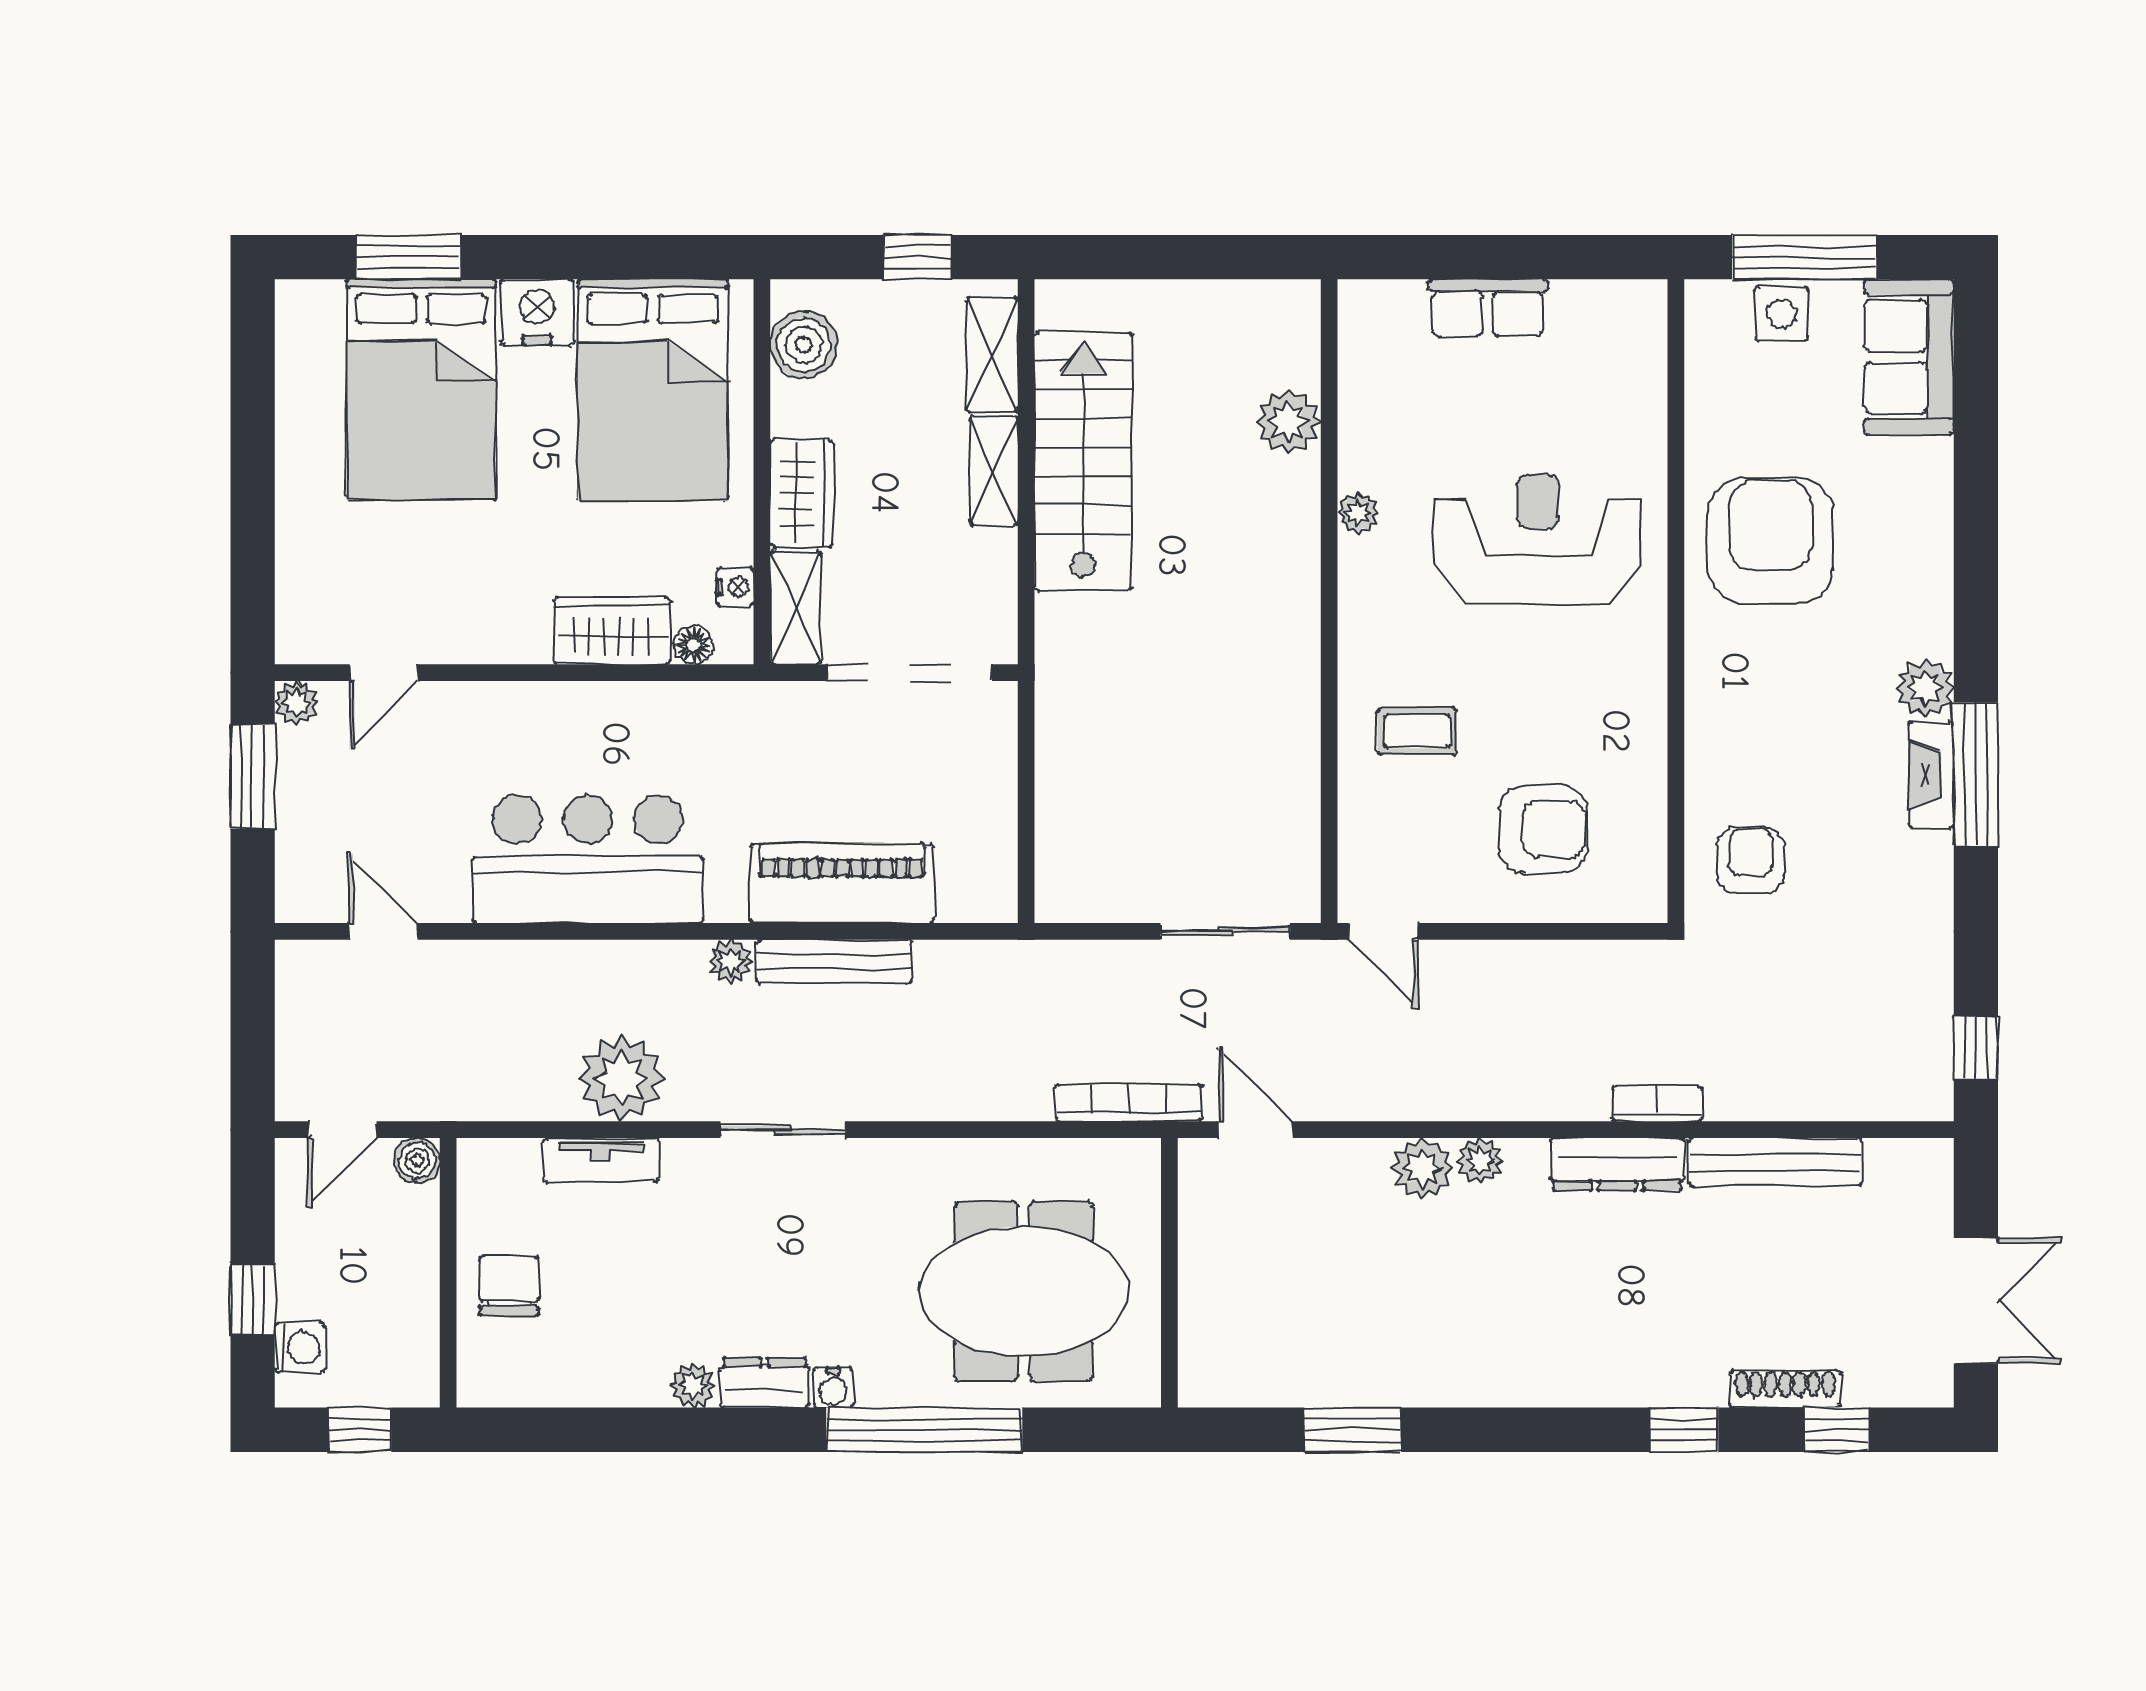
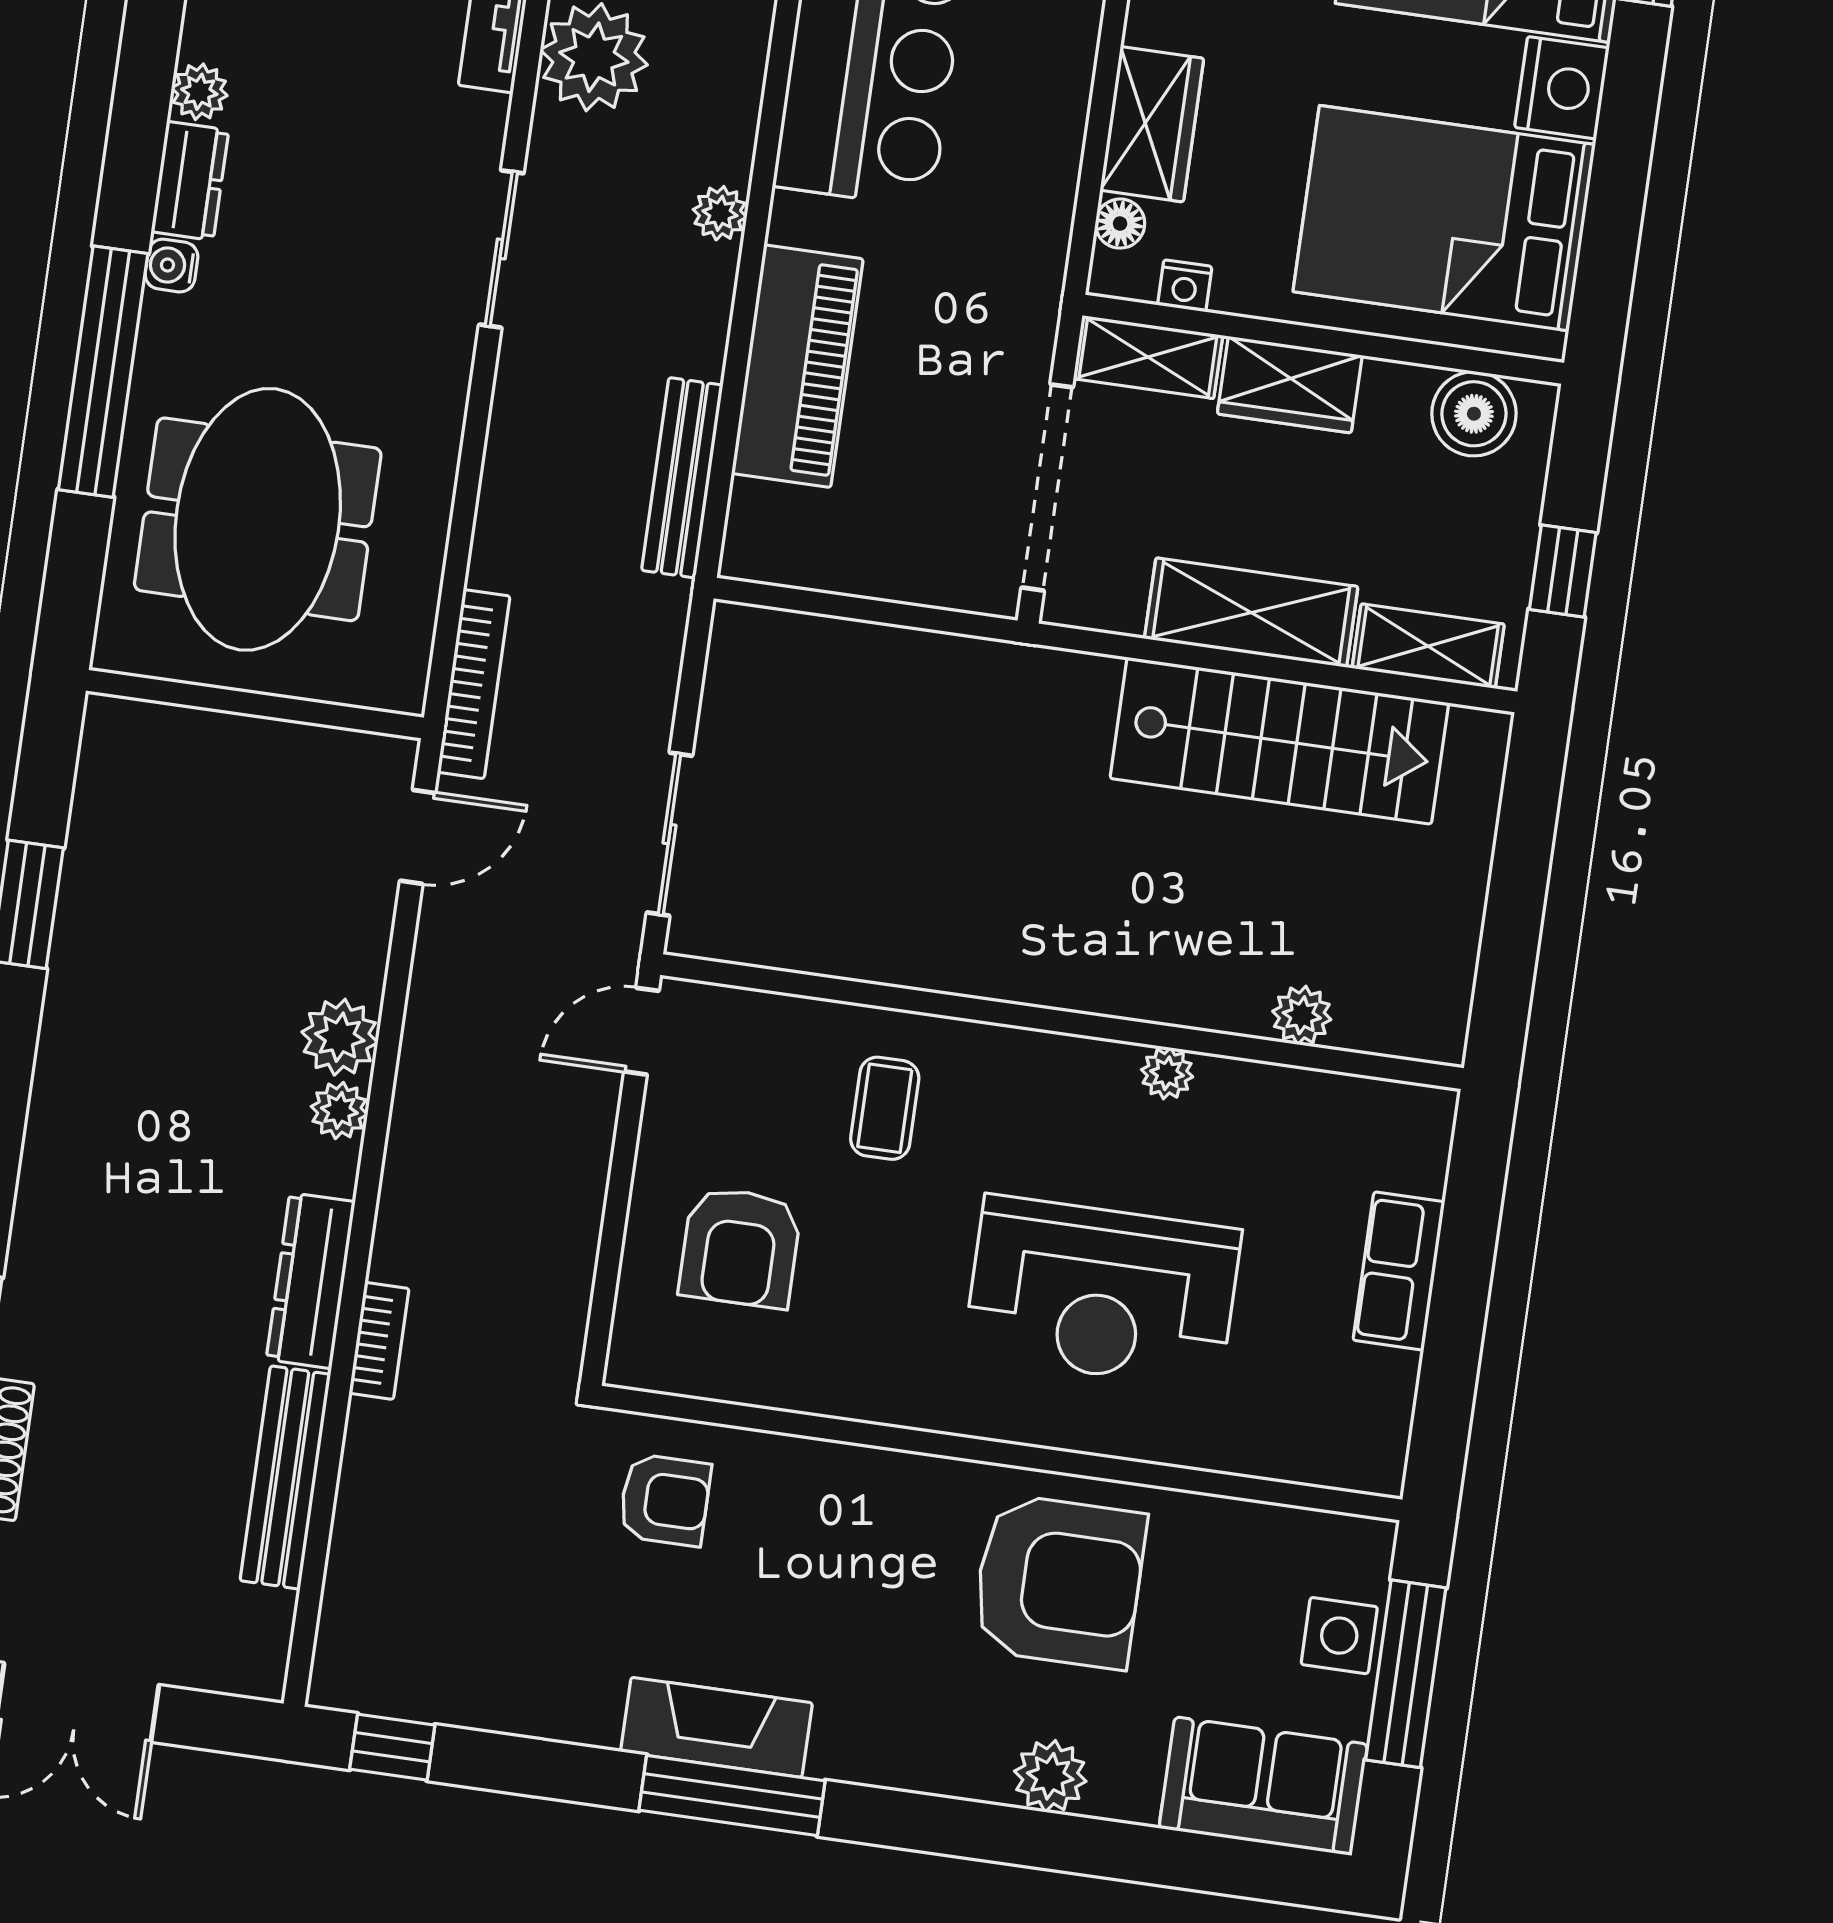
plant: (1288, 422) -> (1302, 1015), width x0.73, depth x0.73
shelving: (994, 471) -> (1251, 613), width x1.50, depth x1.33
reception desk: (1538, 539) -> (1102, 1292), turned 90
plant: (1925, 688) -> (1050, 1776), moved
fireplace: (1931, 775) -> (716, 1727), width x1.37, depth x1.32
bench: (834, 961) -> (682, 478), moved

